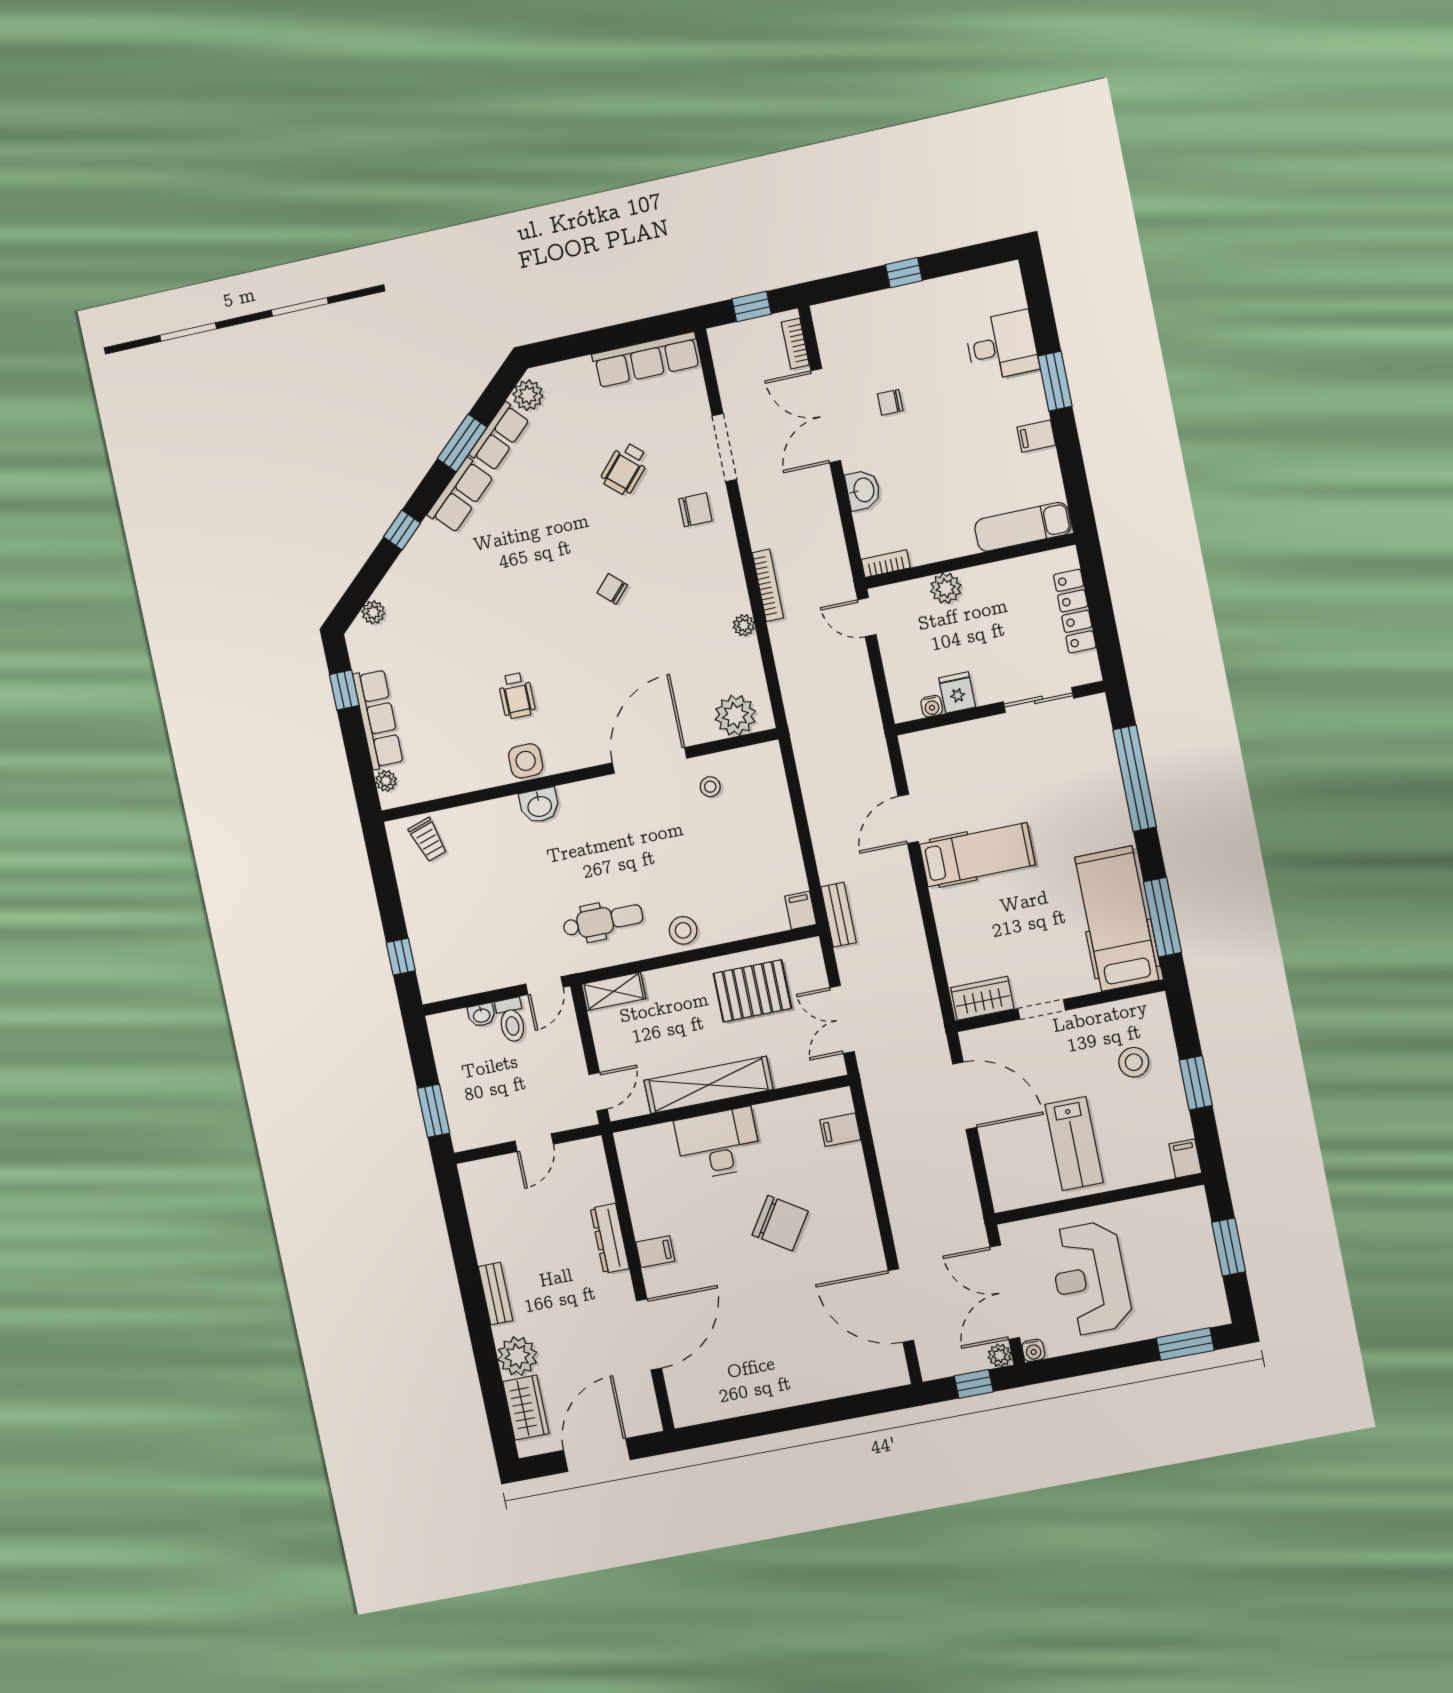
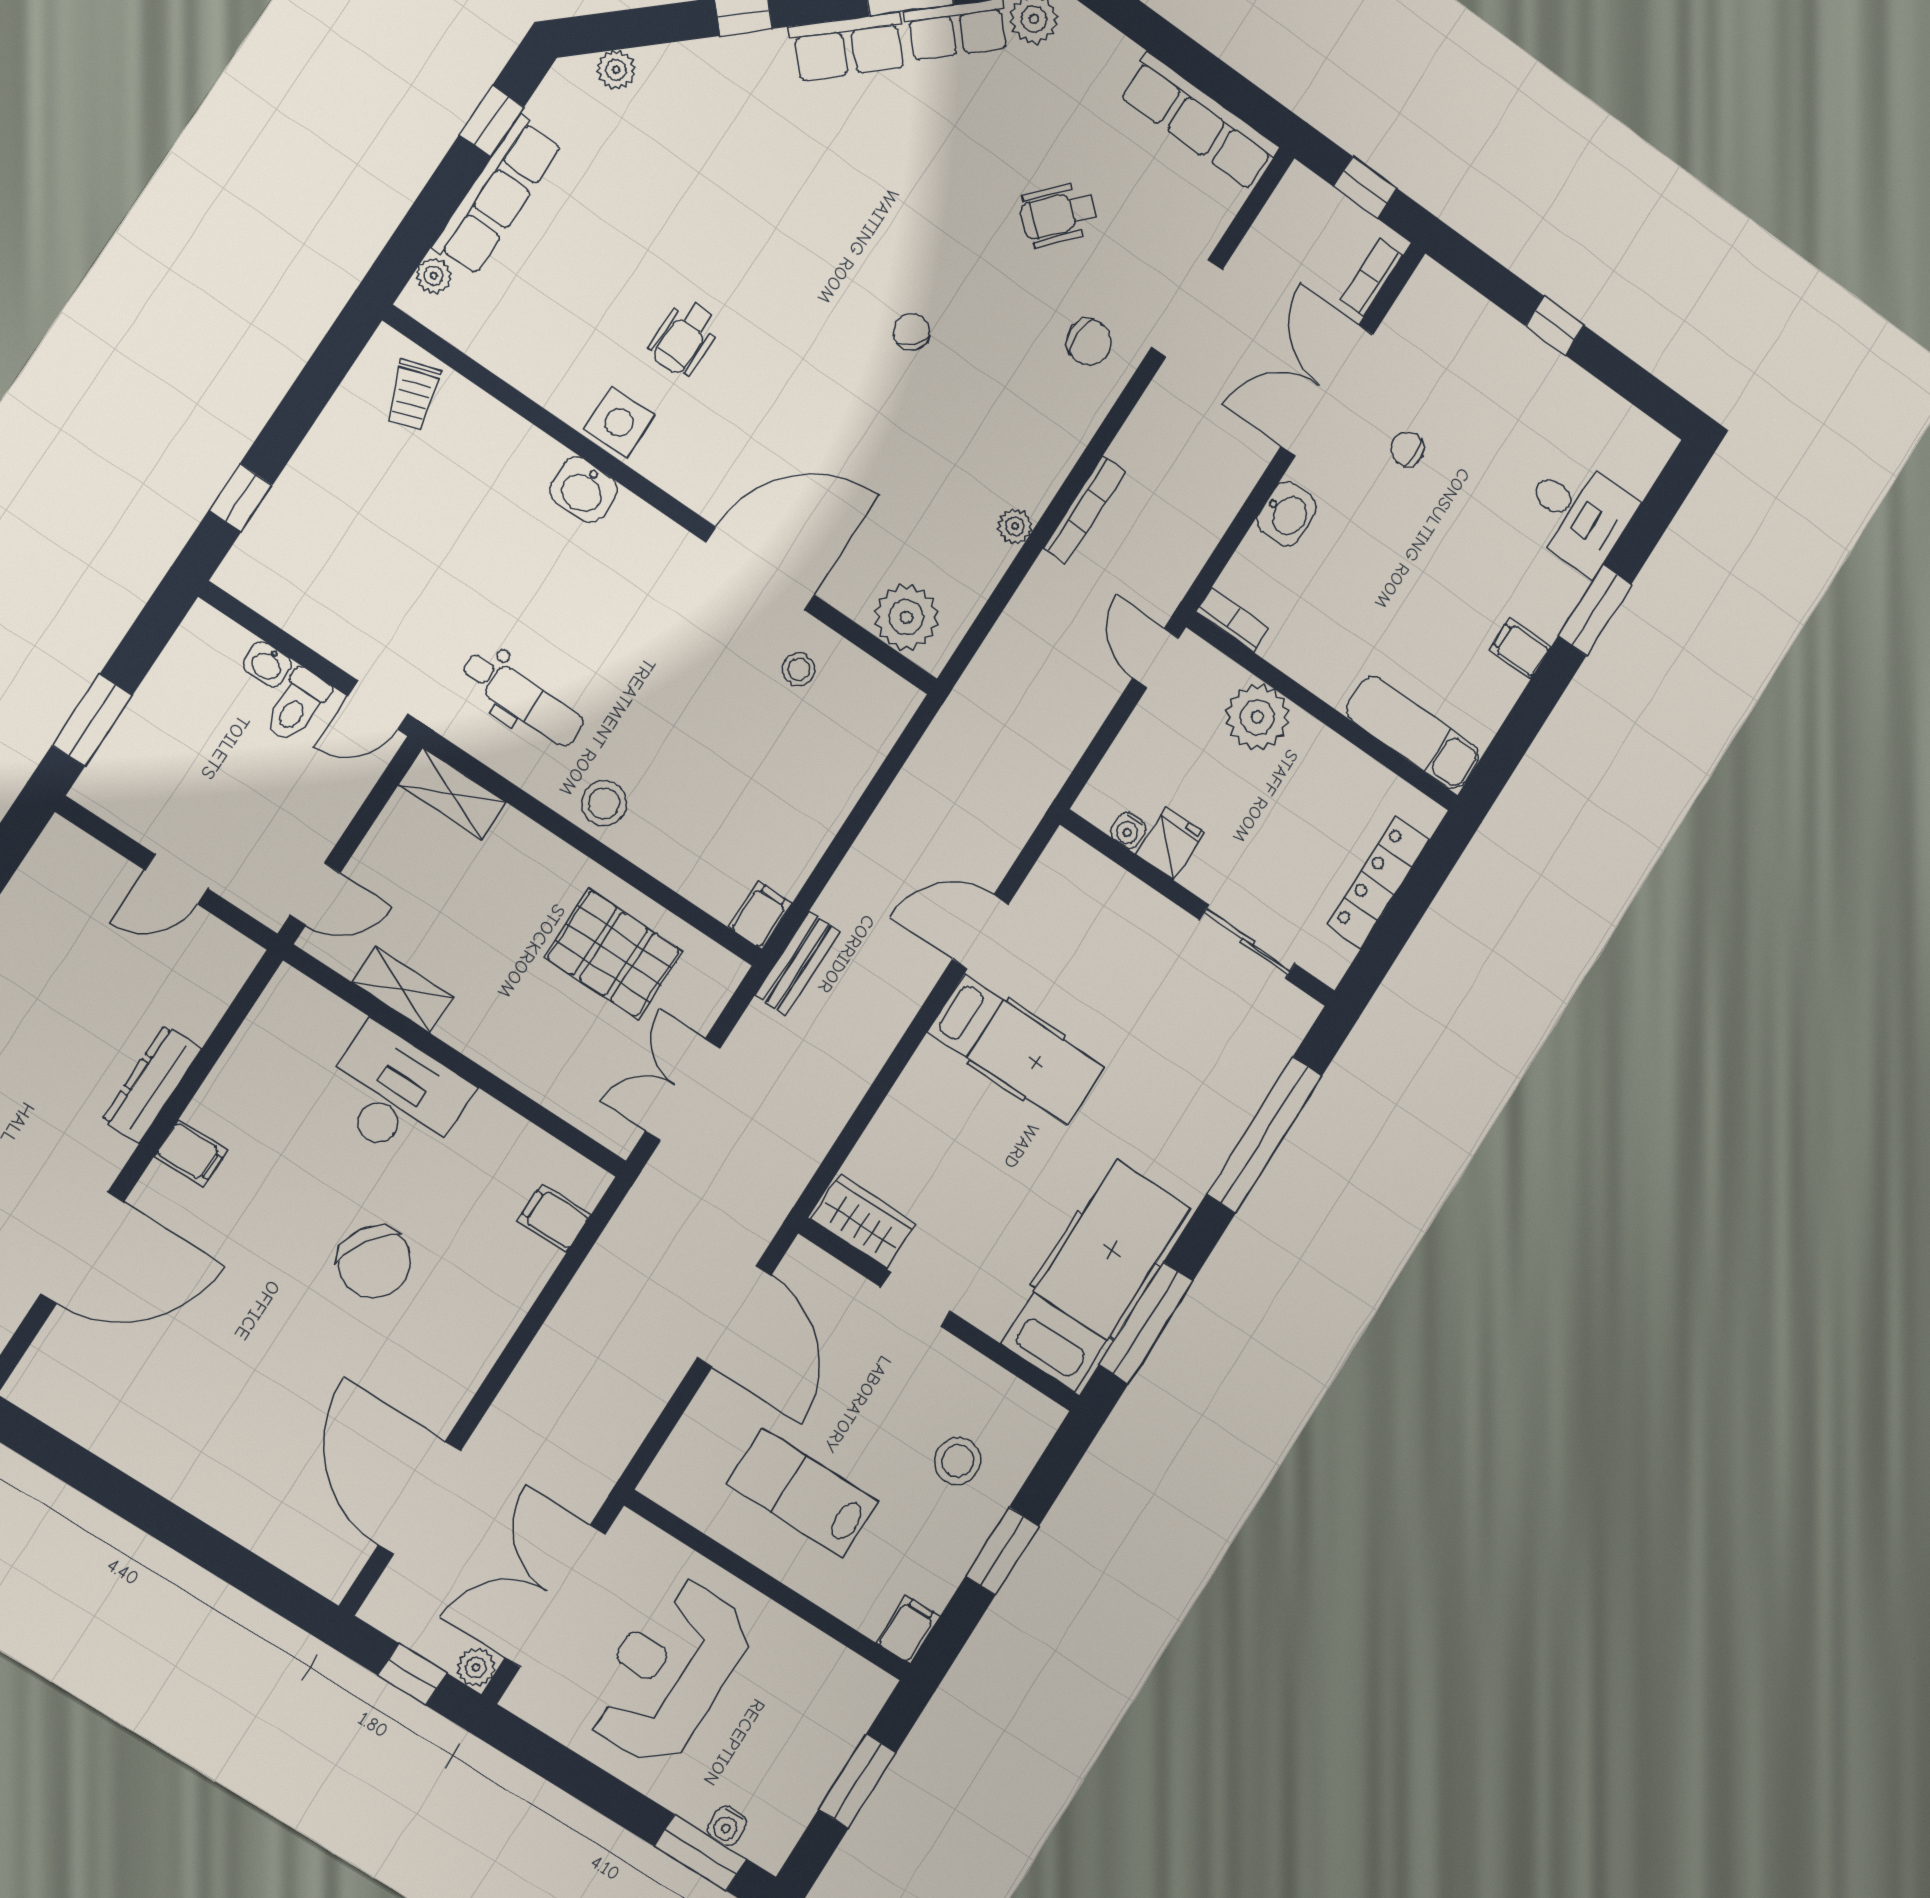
plant: (946, 588) -> (1257, 717), width x1.36, depth x1.36
shelving: (708, 1085) -> (403, 990), width x0.45, depth x0.75
lab bench: (1074, 1144) -> (802, 1493), turned 90
water cooler: (1033, 1350) -> (727, 1826), moved

